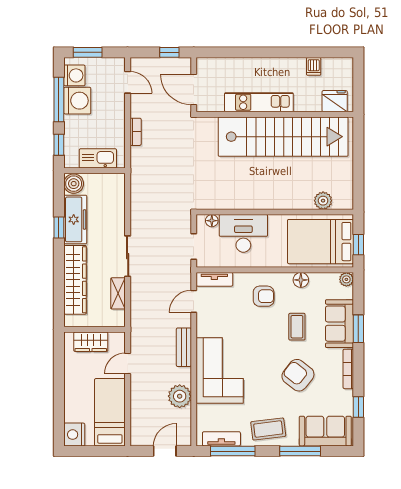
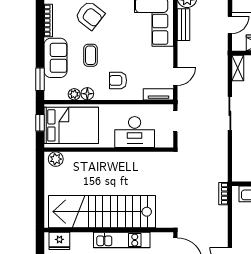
bookcase: (136, 132) -> (223, 194), moved
plant: (323, 201) -> (56, 159), moved
floor lamp: (212, 221) -> (161, 143), removed
plant: (346, 279) -> (74, 94), moved
shelving: (118, 293) -> (238, 68), moved
window: (358, 329) -> (40, 79), moved
bench: (184, 347) -> (184, 25), moved

